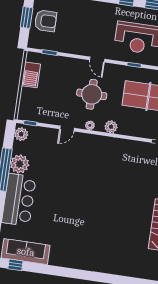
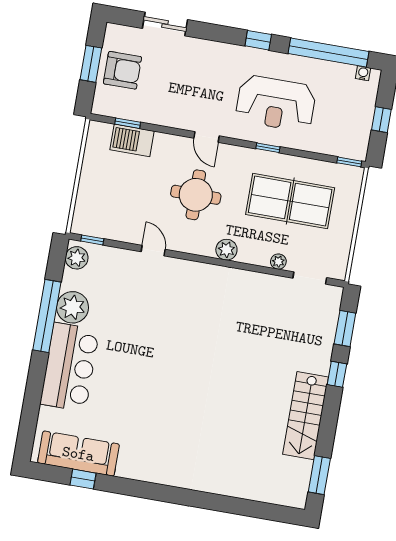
barbecue: (31, 75) -> (132, 140), moved, turned 90
plant: (90, 125) -> (278, 262), moved
door: (67, 129) -> (153, 251), swing flipped
window: (15, 265) -> (83, 479), moved

